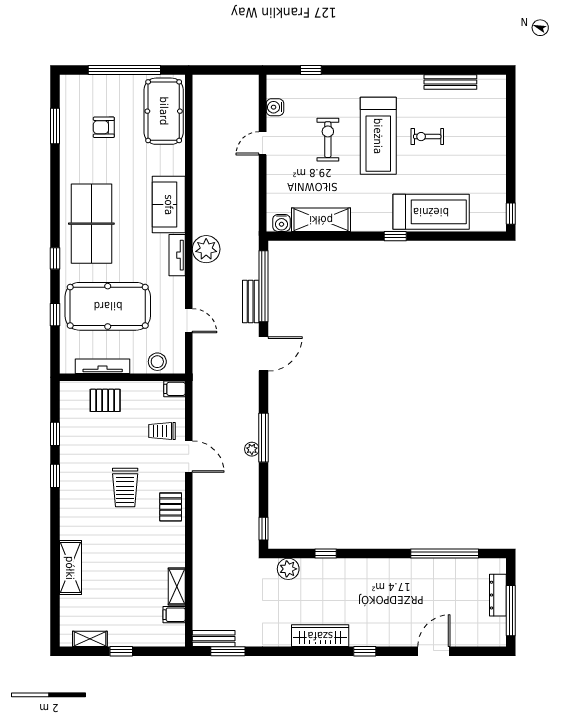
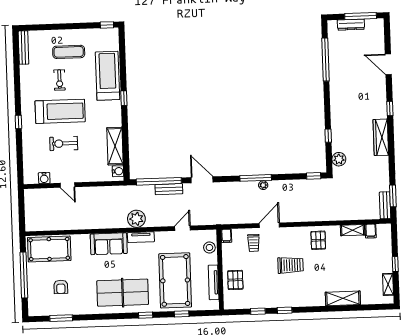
window: (311, 70) -> (18, 122), moved
bench: (450, 82) -> (23, 48), moved
exercise mat: (471, 152) -> (69, 52), added
pallet: (171, 507) -> (318, 240), moved, turned 90

